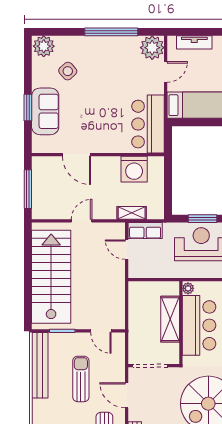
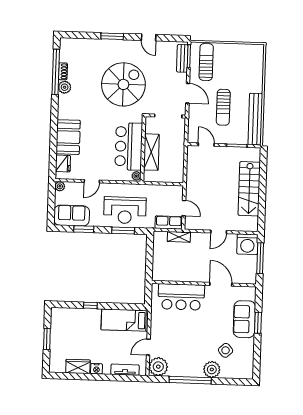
plant: (44, 46) -> (212, 369), moved
bar counter: (148, 124) -> (181, 297), moved, turned 90
washing machine: (134, 169) -> (247, 244), moved, turned 180
stairs: (51, 277) -> (249, 189), width x0.73, depth x0.66

